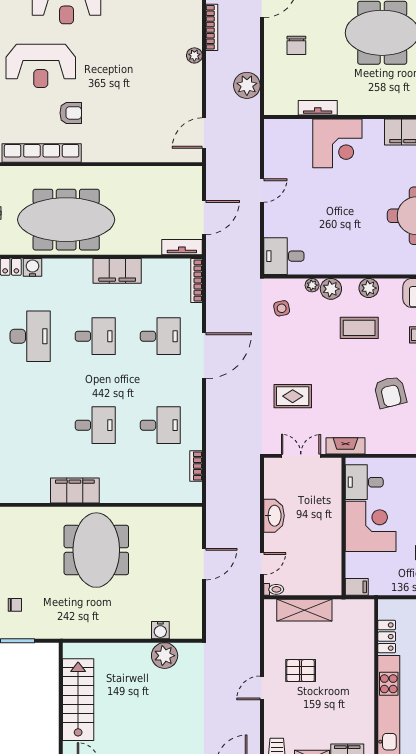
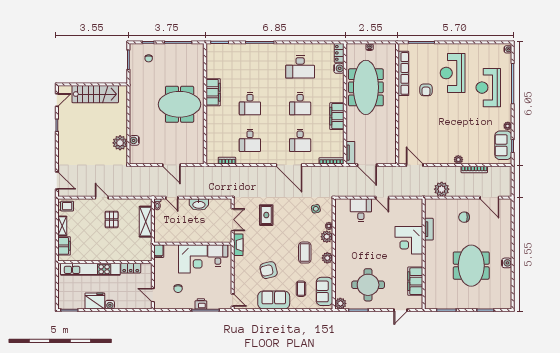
desk: (284, 256) -> (361, 210), moved

